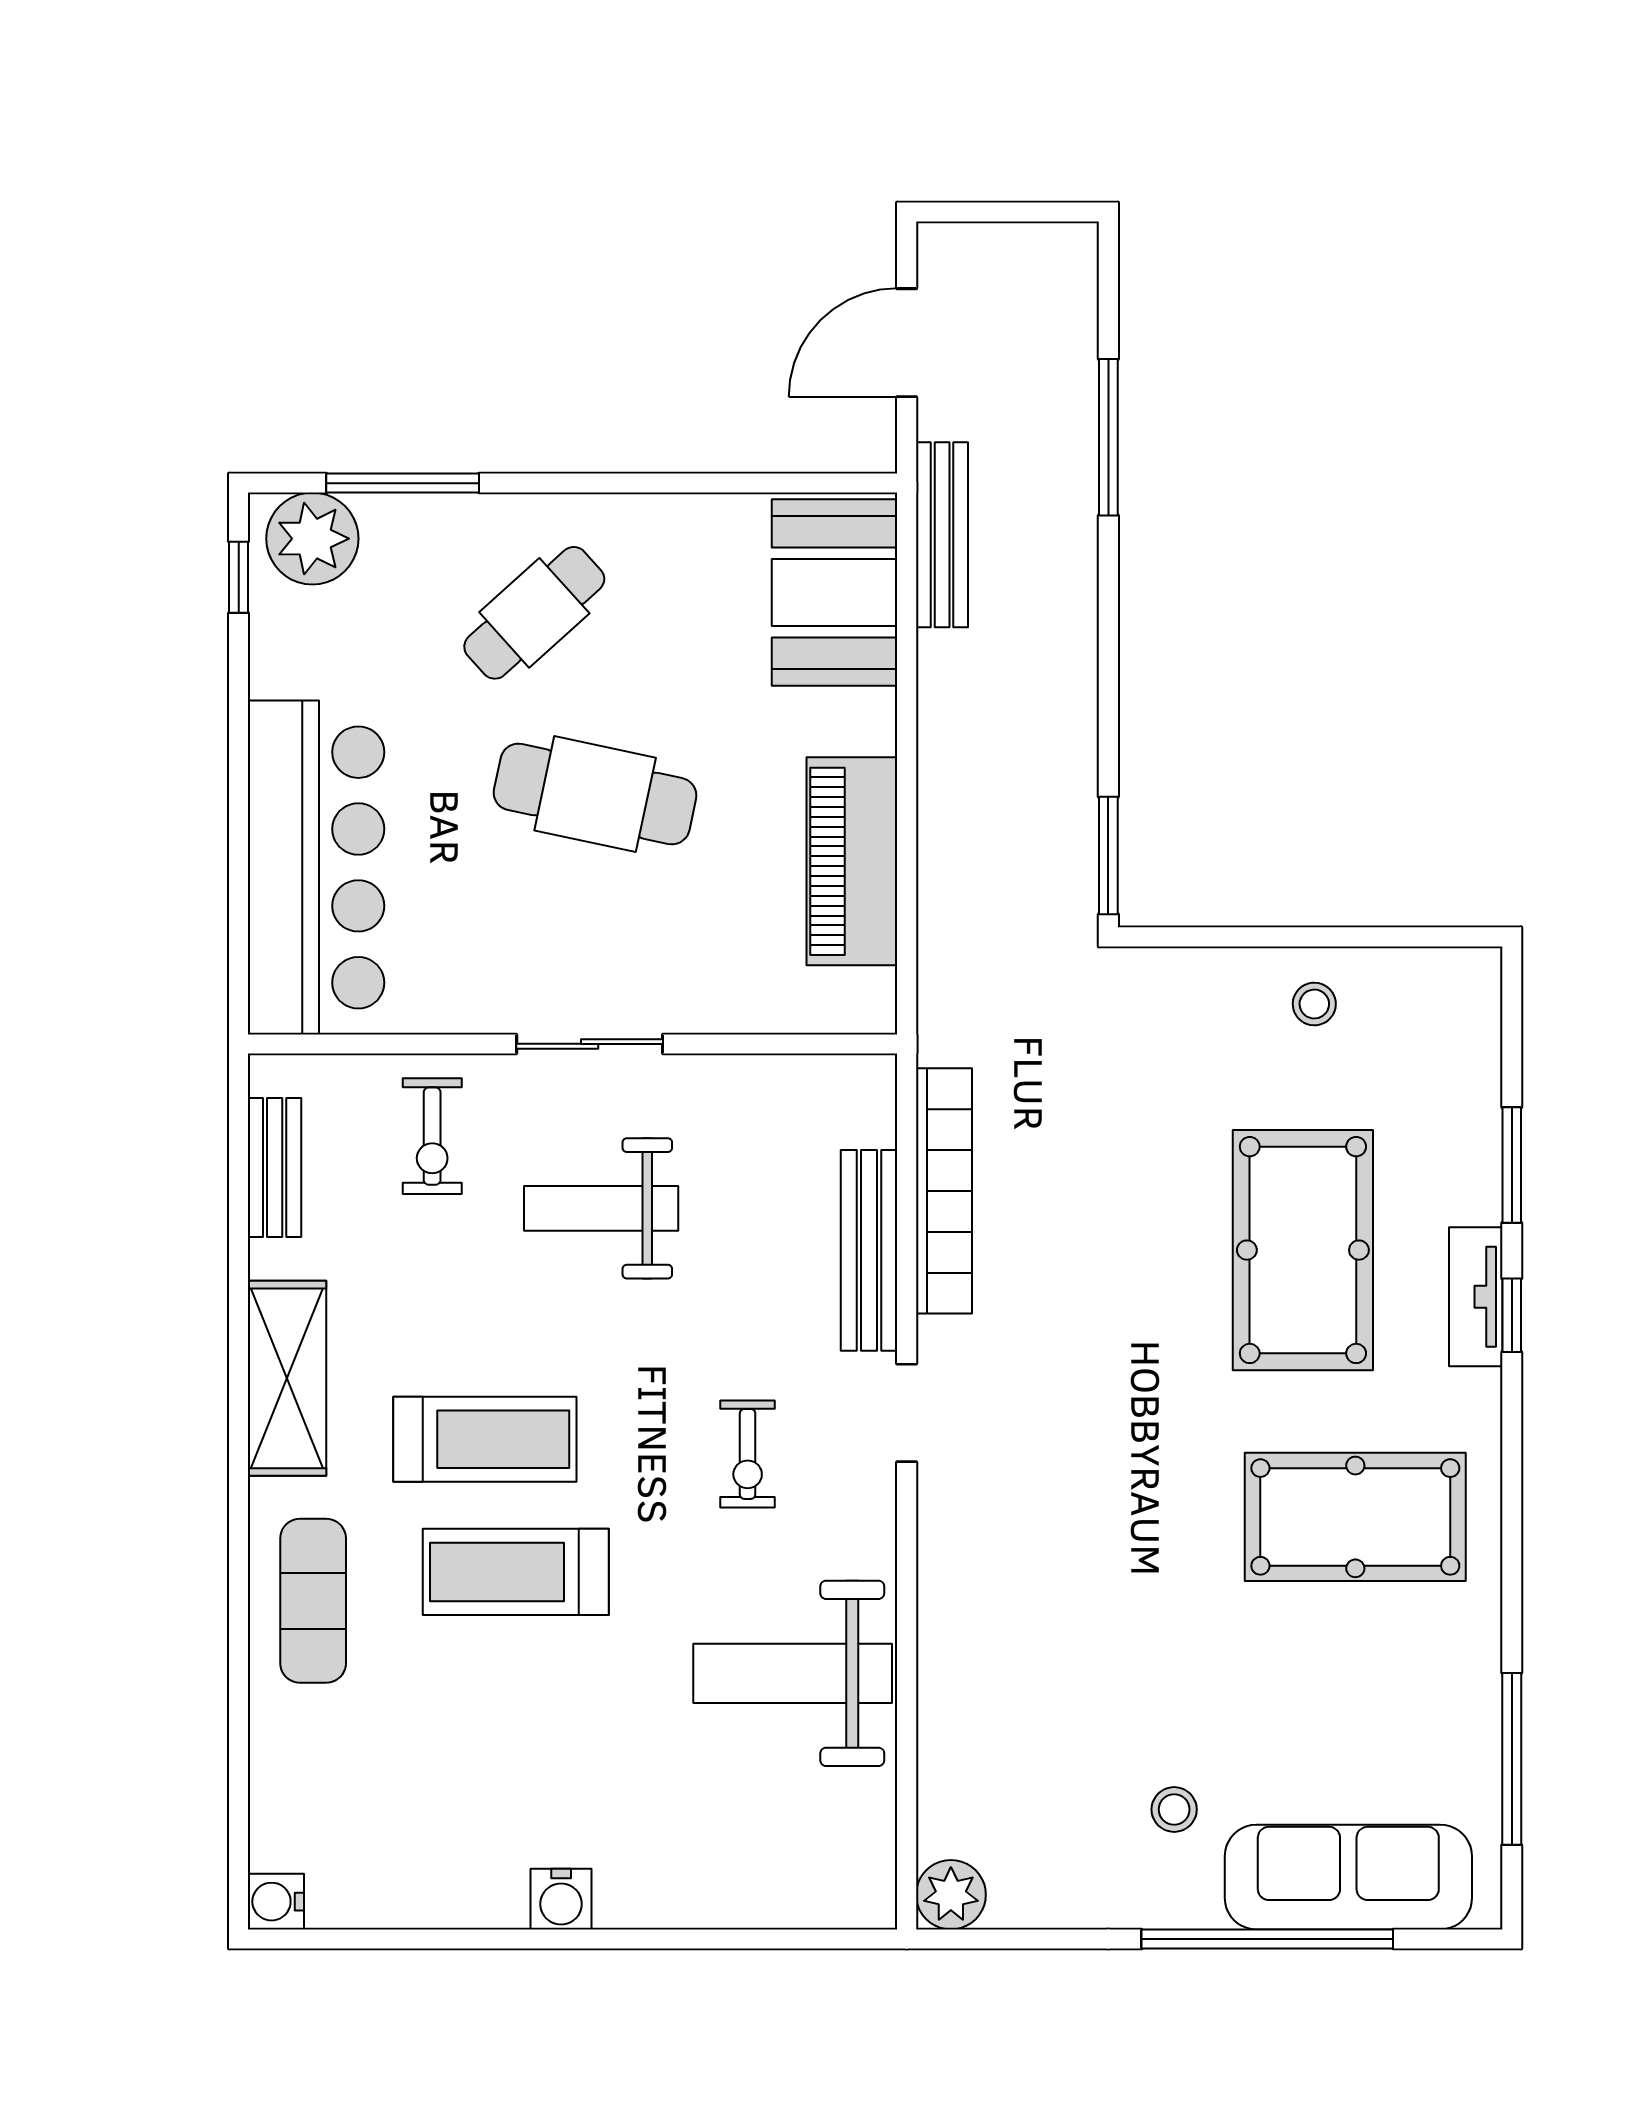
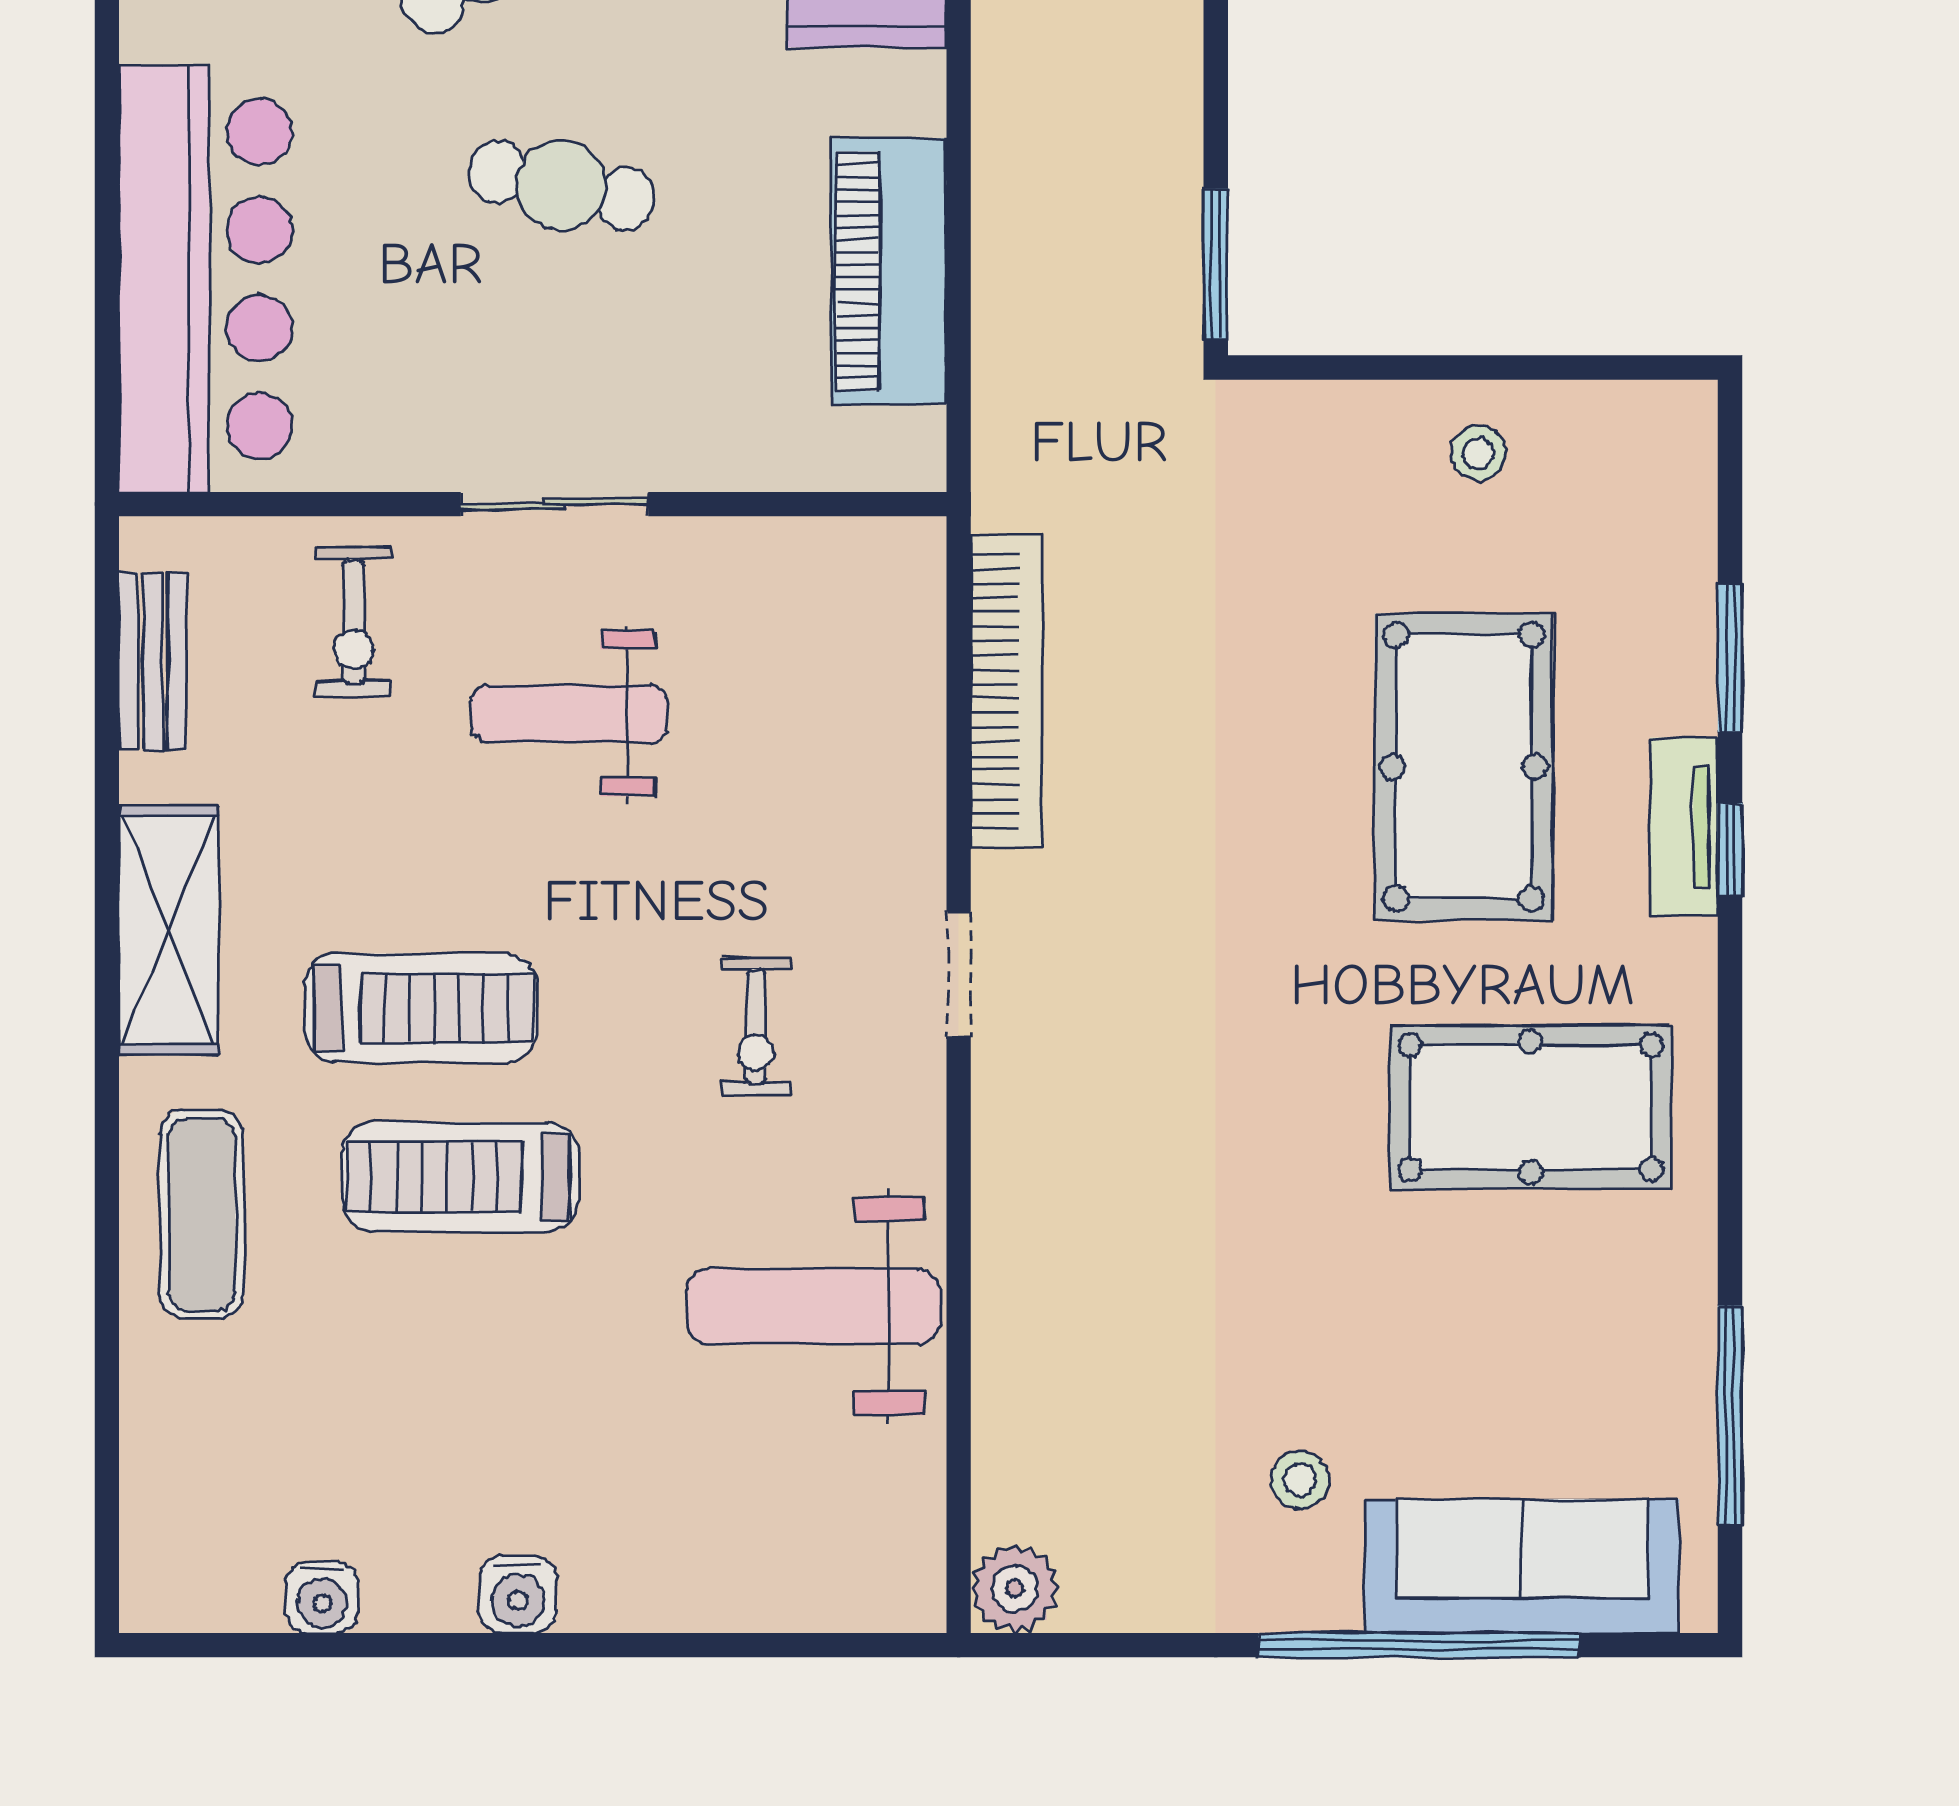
cafe table: (595, 794) -> (561, 185), width x0.73, depth x0.74
bench: (869, 1250) -> (911, 767), removed
water cooler: (276, 1902) -> (322, 1597), moved, turned -90

